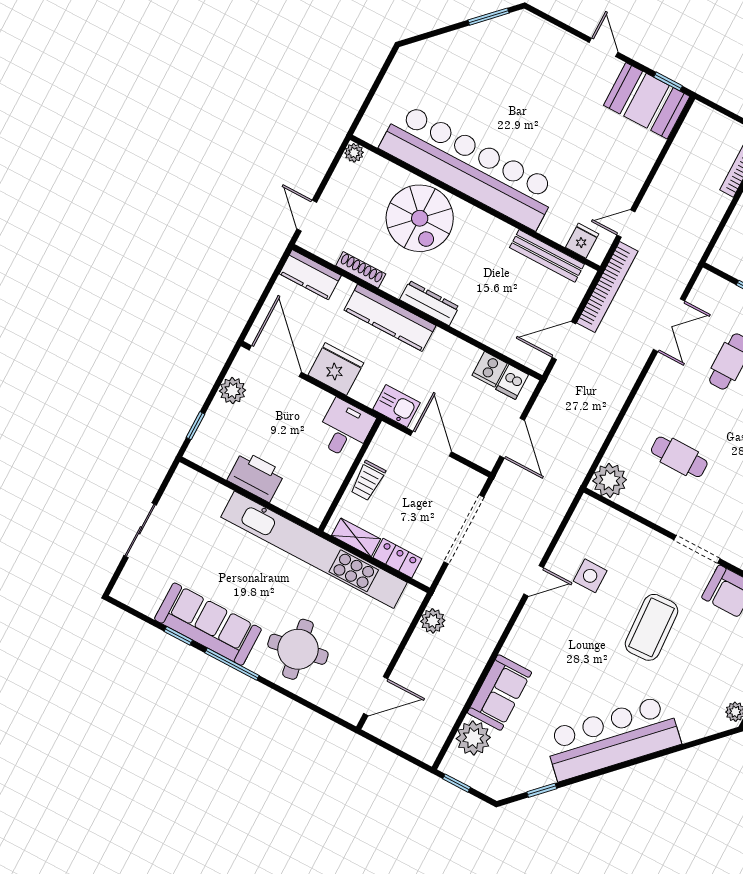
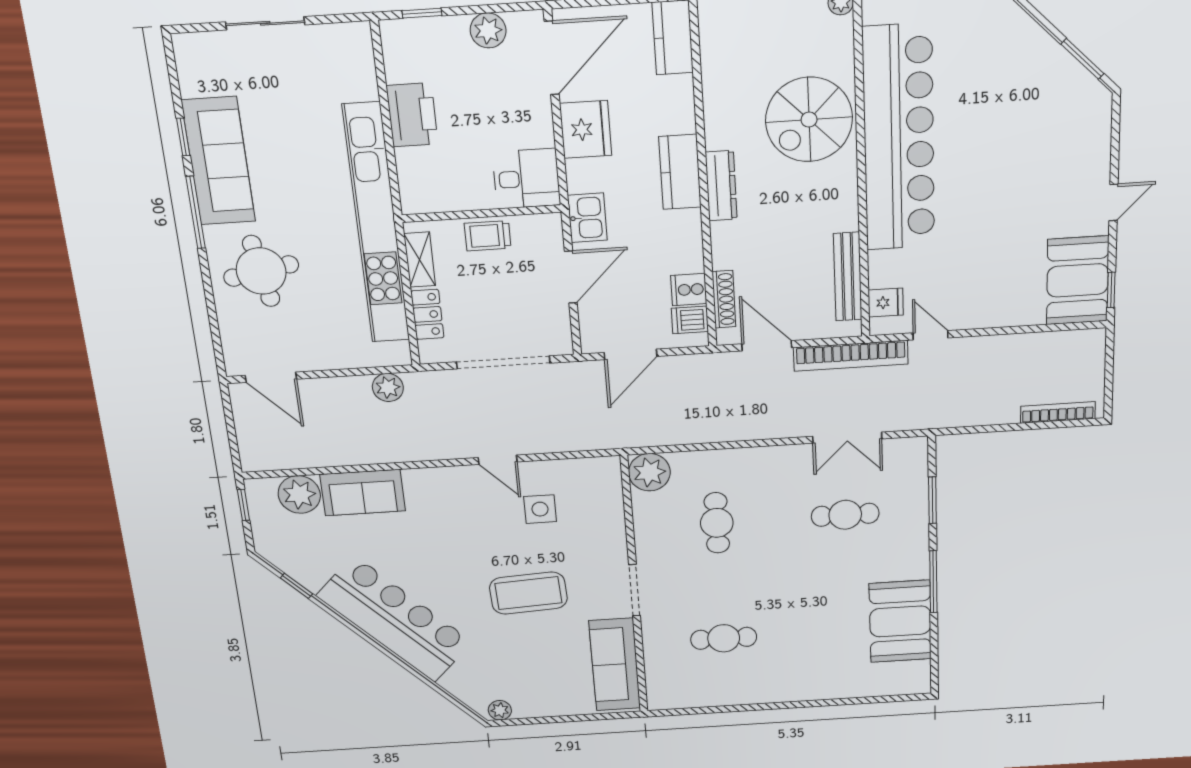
shoe rack: (361, 270) -> (724, 299), moved
kitchen counter: (390, 318) -> (680, 172), width x0.67

